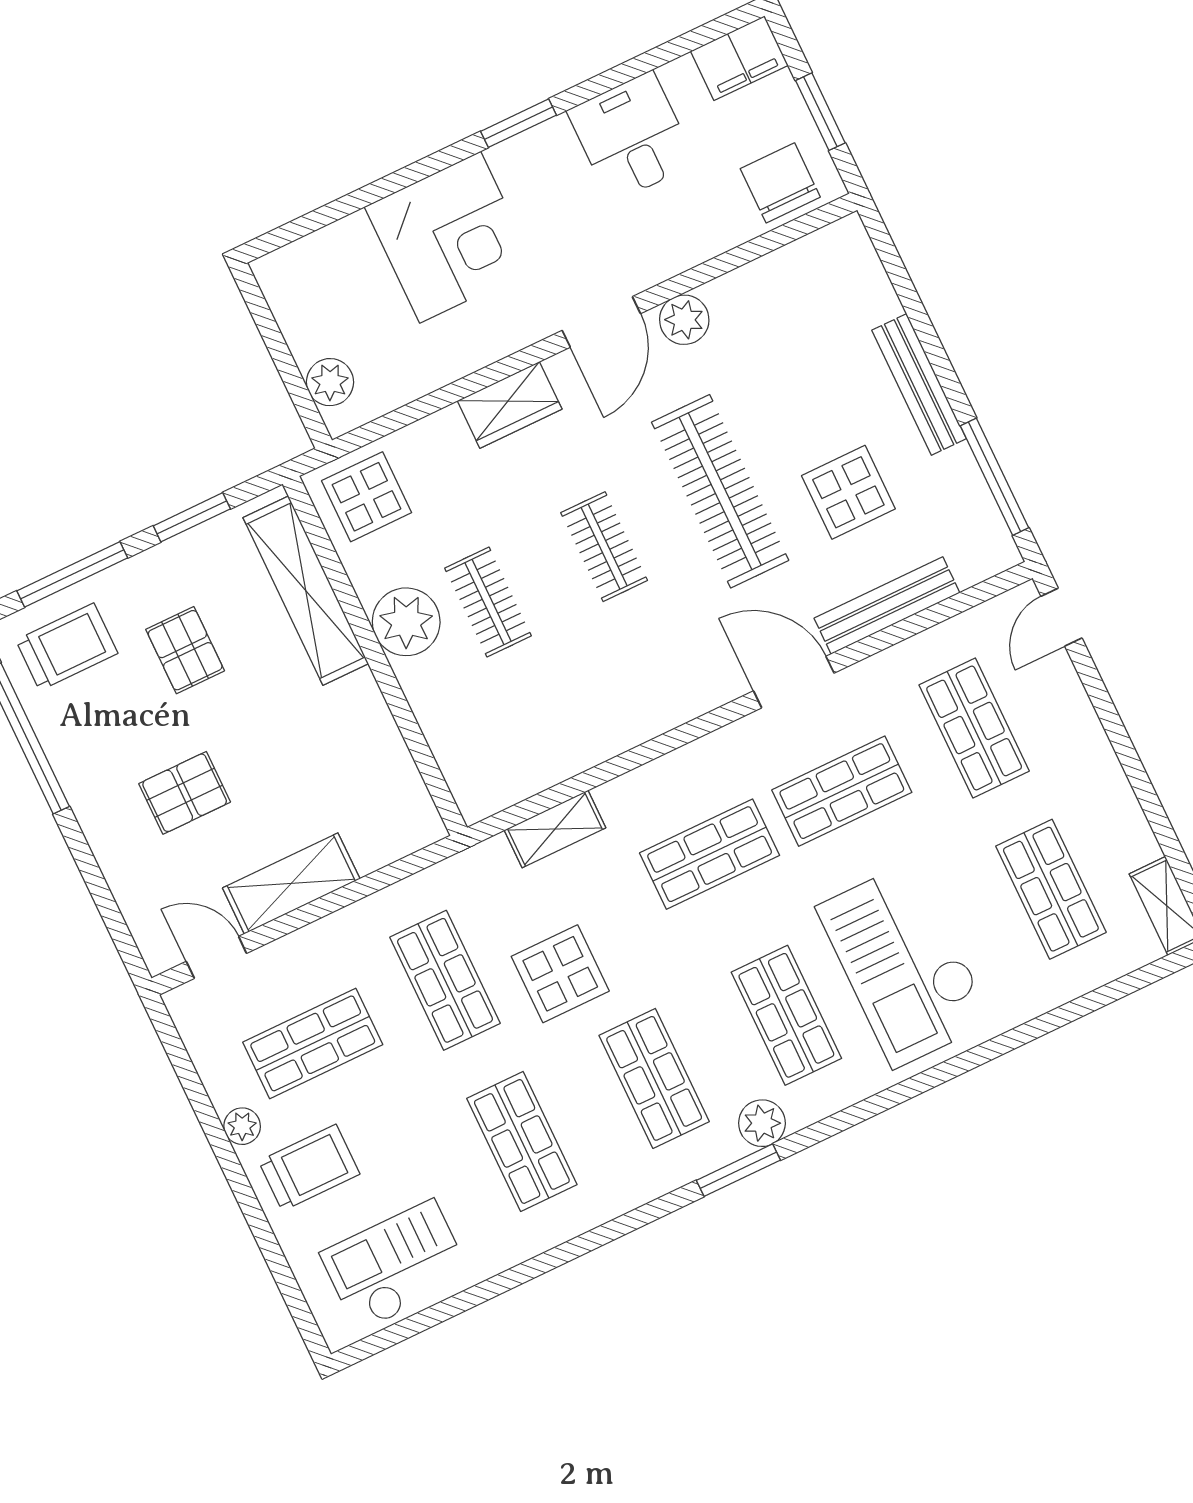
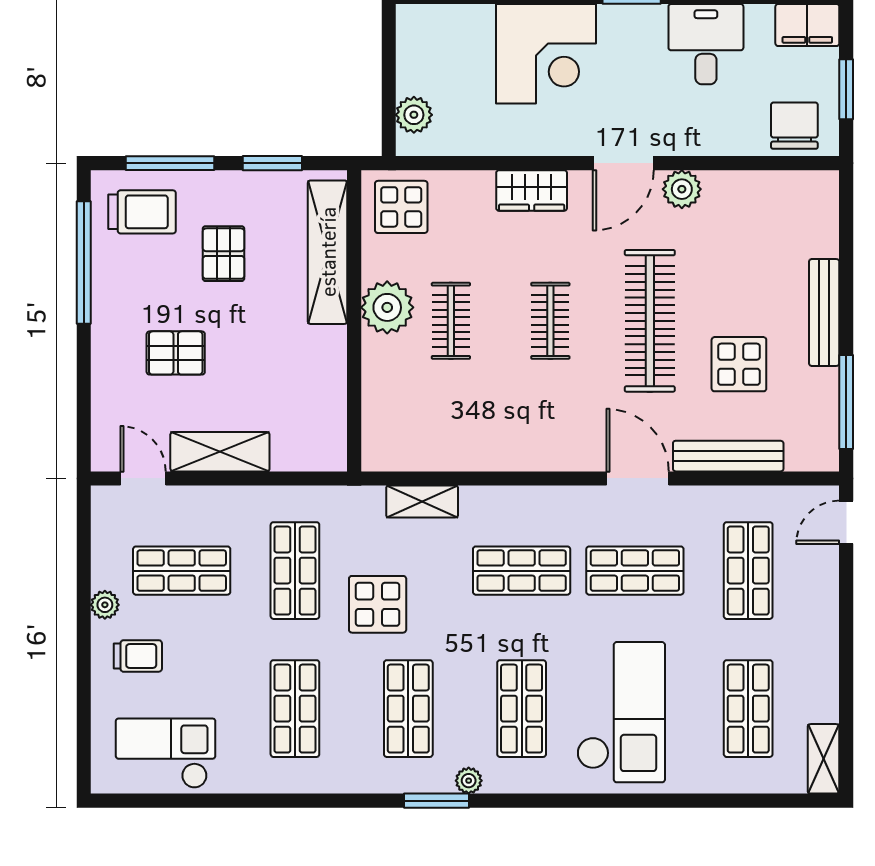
checkout: (904, 964) -> (621, 712), turned 180
plant: (762, 1123) -> (469, 781), width x0.73, depth x0.73
trolley: (309, 1168) -> (138, 656), width x0.73, depth x0.72

